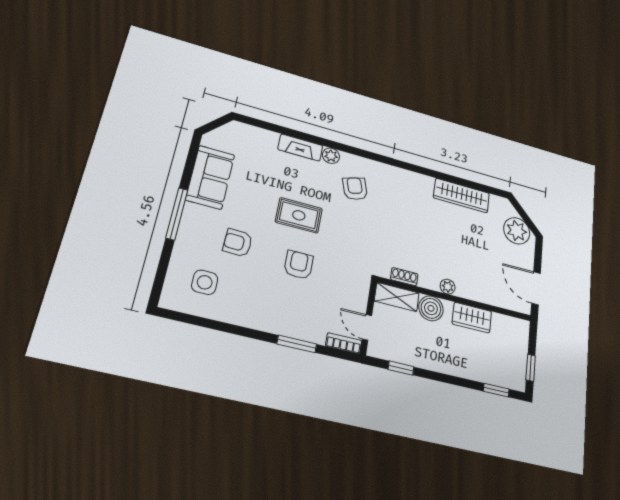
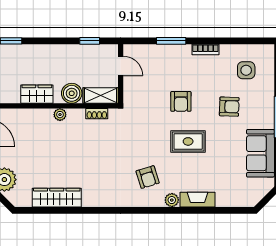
bookcase: (344, 343) -> (205, 50), moved

